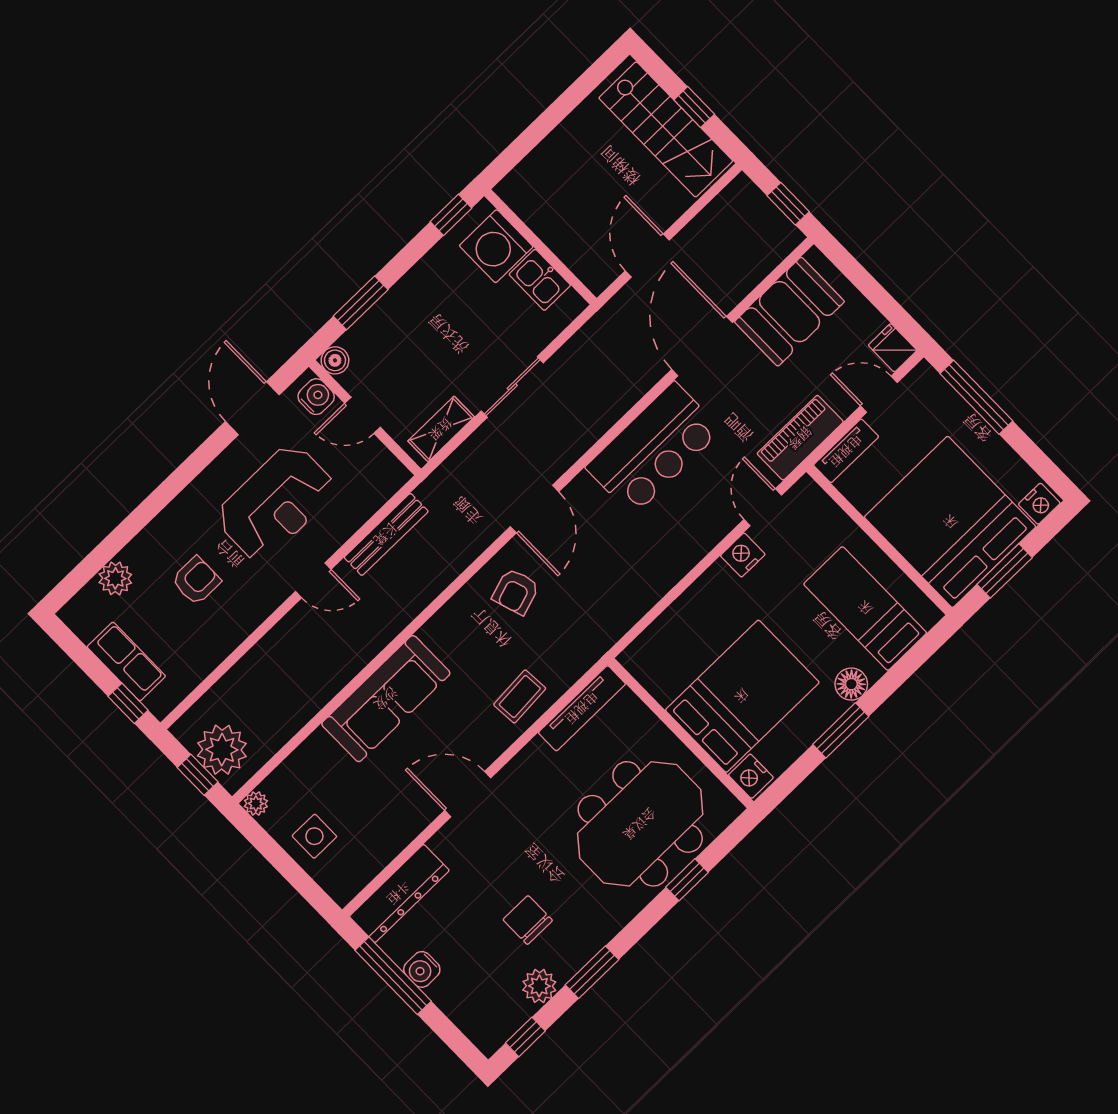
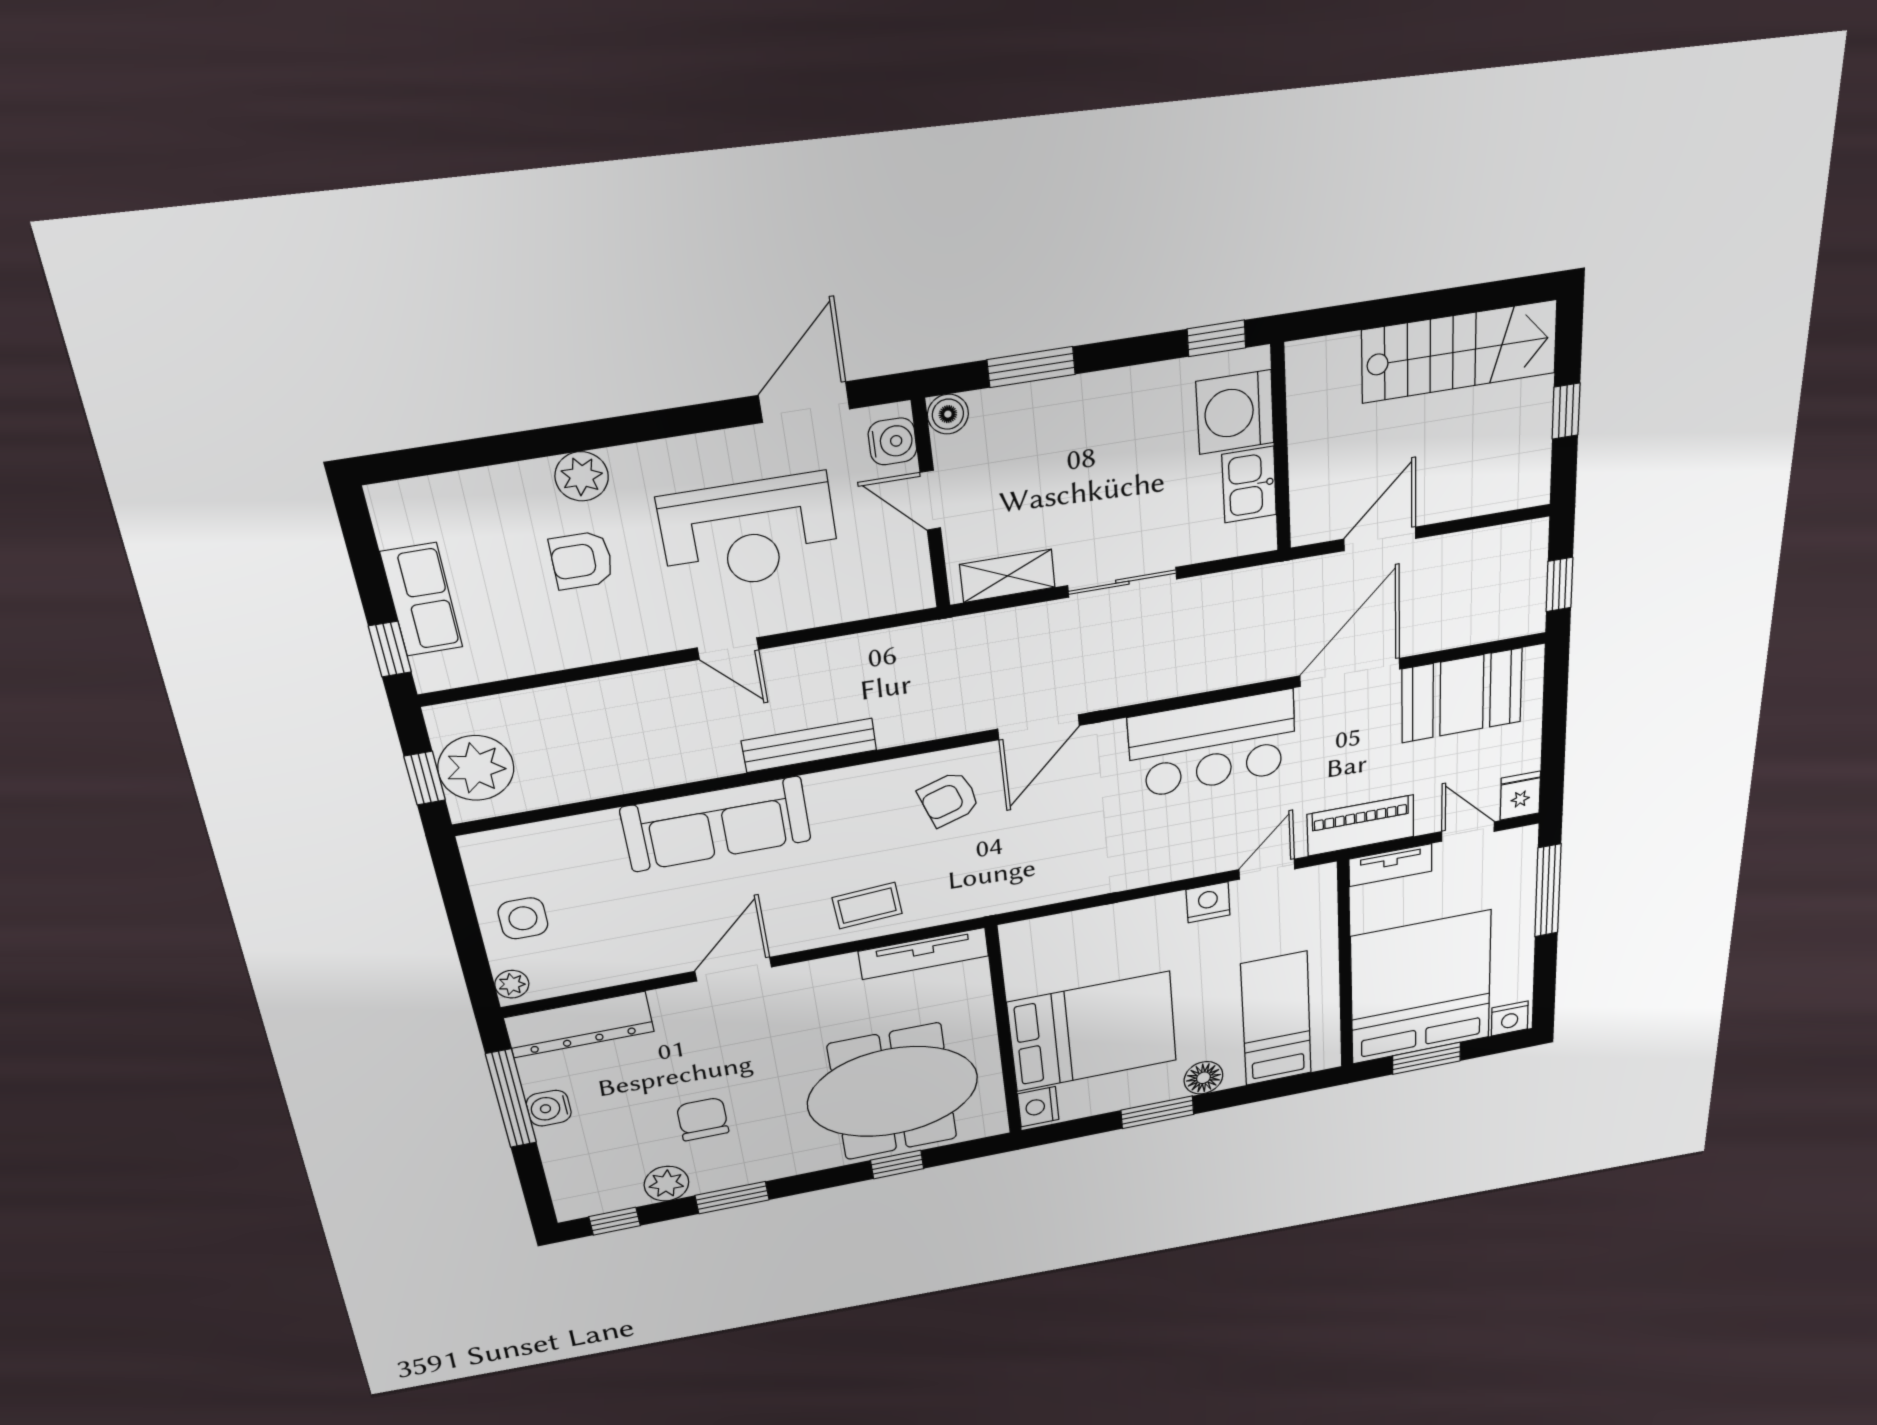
stairs: (666, 129) -> (1459, 352), moved, turned -90
bench: (386, 534) -> (809, 745), moved
plant: (115, 578) -> (582, 476), moved
armchair: (196, 581) -> (582, 560), turned 180
door: (468, 794) -> (733, 969), hinge flipped
plant: (256, 804) -> (512, 984), moved

